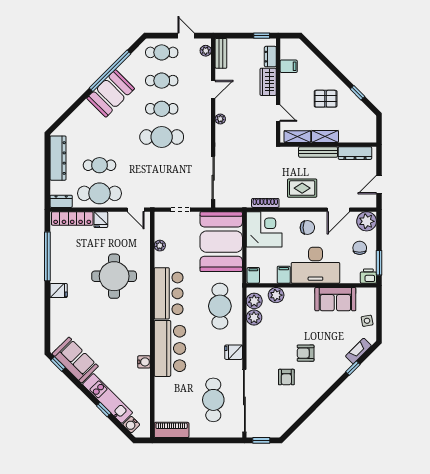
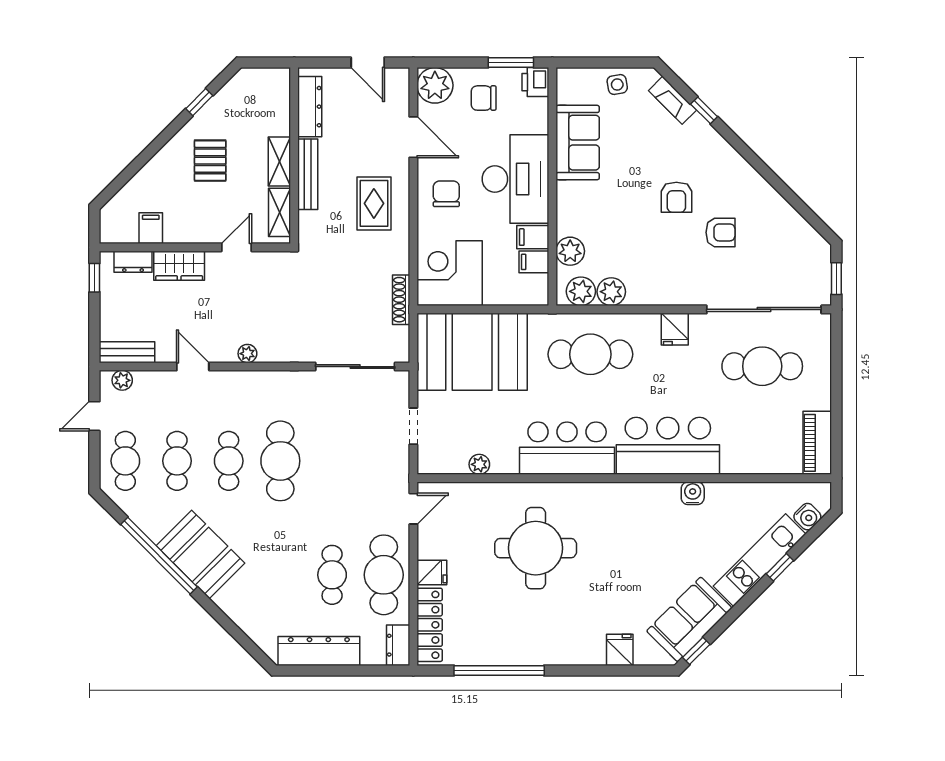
shoe rack: (265, 203) -> (401, 300), moved
filing cabinet: (253, 275) -> (534, 262), moved
fridge: (59, 290) -> (620, 650), moved

